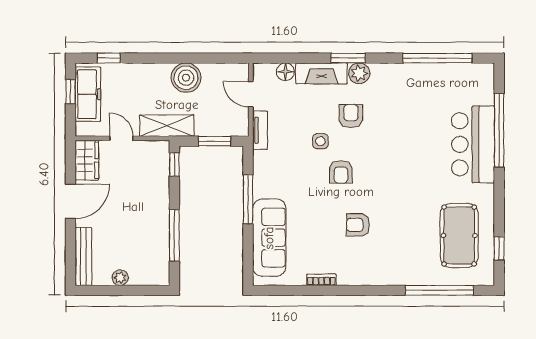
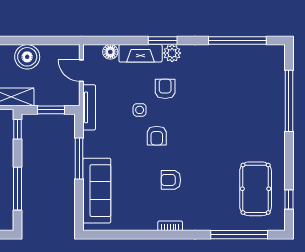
tv unit: (260, 130) -> (89, 107), width x1.41
bar counter: (473, 144) -> (267, 113), removed
bookcase: (321, 280) -> (170, 226), moved

